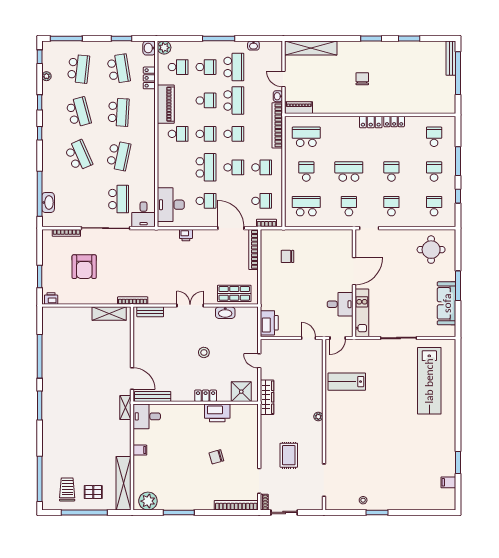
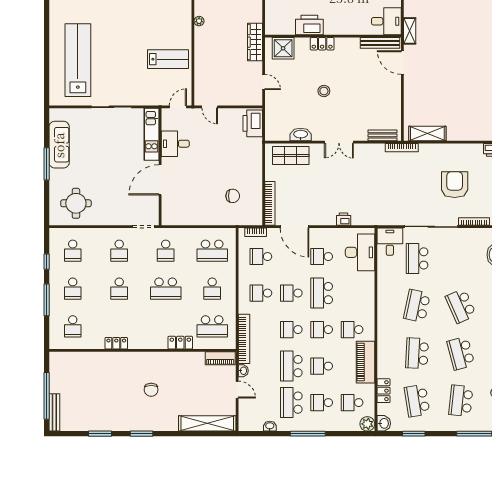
locker: (371, 122) -> (180, 343), moved

